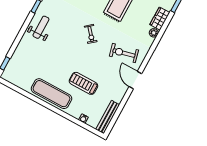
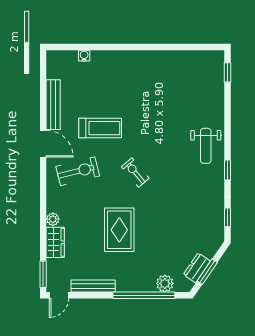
treadmill: (83, 83) -> (100, 128), moved
exercise mat: (51, 94) -> (144, 66), removed
bench: (108, 117) -> (53, 105), moved

